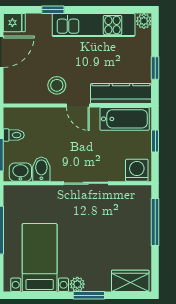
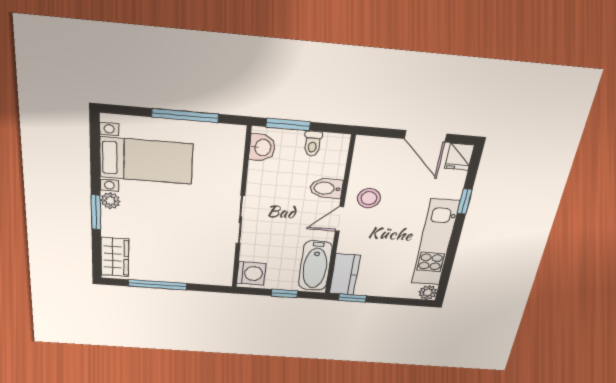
window: (155, 68) -> (352, 298), moved
kitchen counter: (121, 94) -> (345, 274), width x0.67
bidet: (41, 169) -> (326, 188), moved, turned 180
window: (155, 222) -> (157, 285), moved

